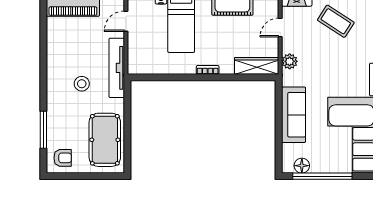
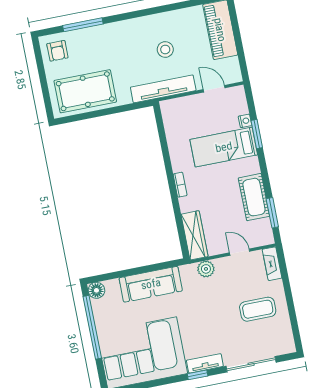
coffee table: (336, 21) -> (258, 309), turned 57
stool: (82, 84) -> (165, 49), moved
floor lamp: (302, 166) -> (96, 290), moved

